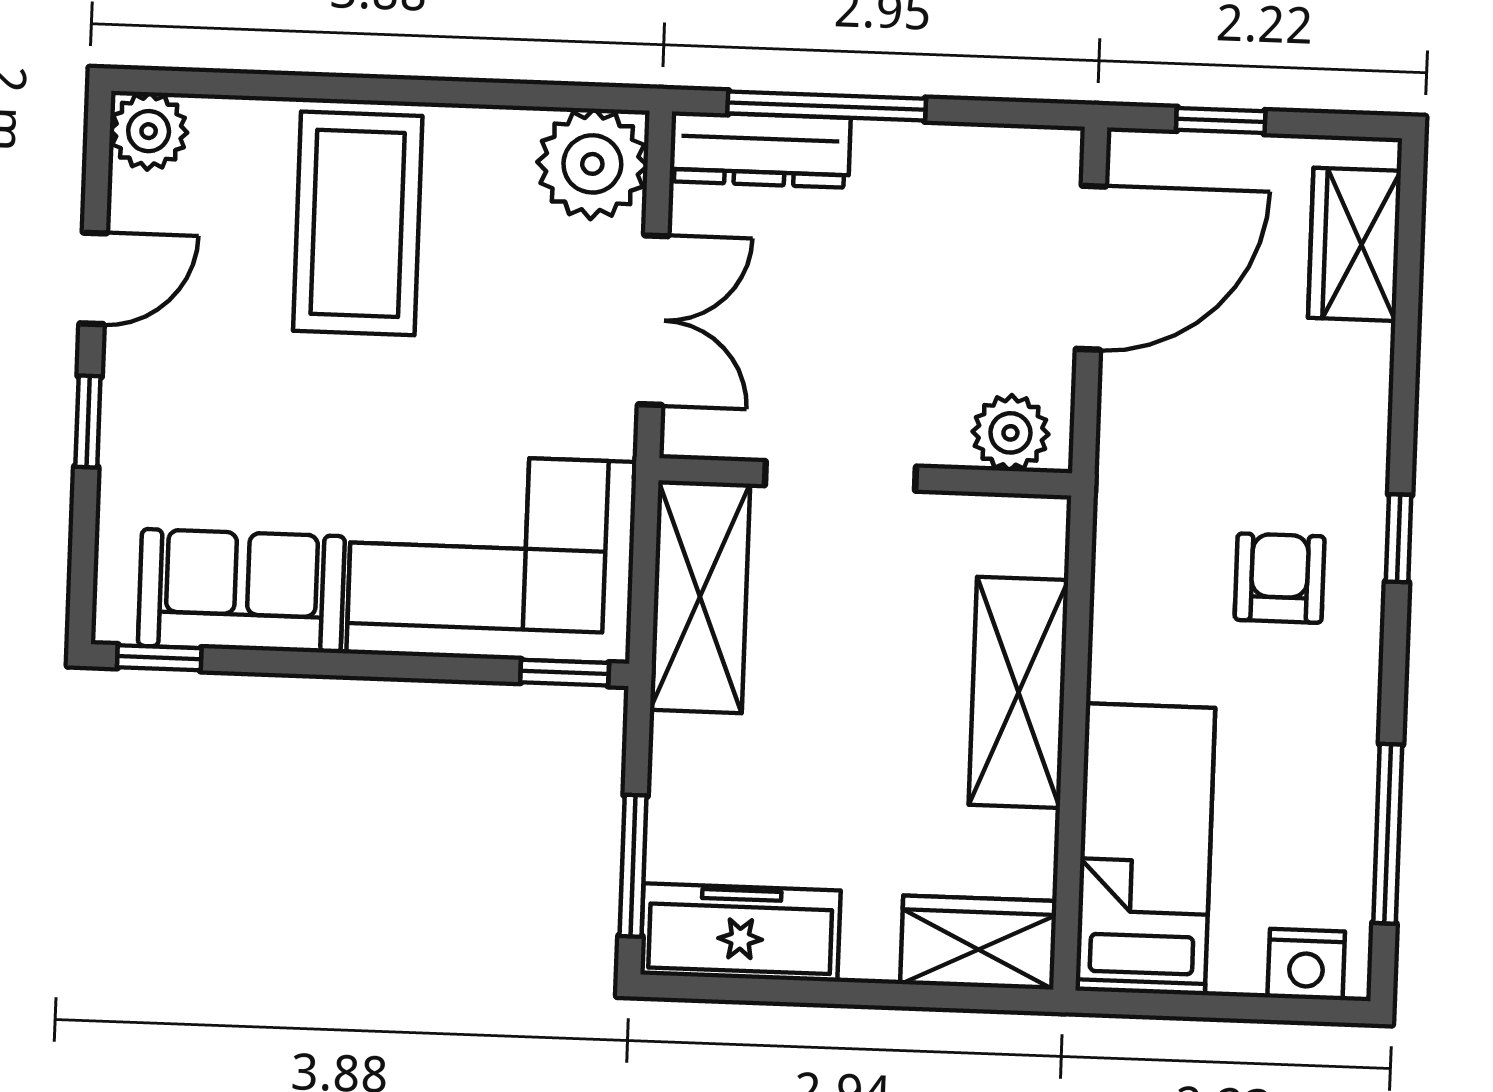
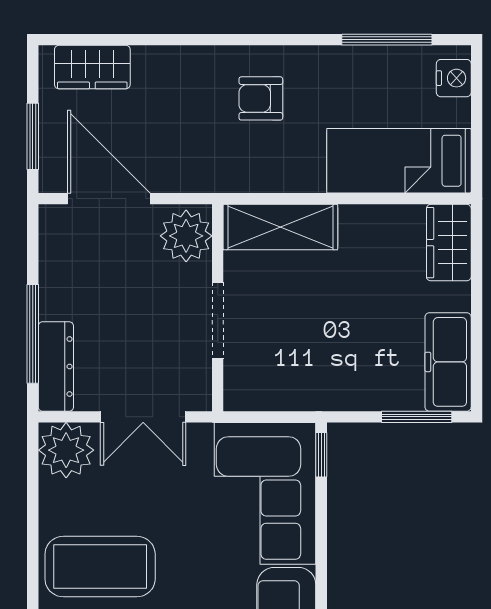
window: (1221, 120) -> (33, 136), width x1.50
double door: (653, 320) -> (143, 417), swing flipped
plant: (1010, 433) -> (186, 236), width x1.36, depth x1.36
window: (1399, 538) -> (239, 40), removed
shelving: (700, 597) -> (281, 388), removed
shelving: (1018, 692) -> (280, 227), moved

